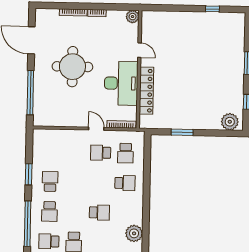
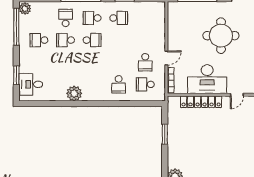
school desk: (101, 153) -> (145, 62), turned 180
school desk: (99, 212) -> (92, 40), moved, turned -90

